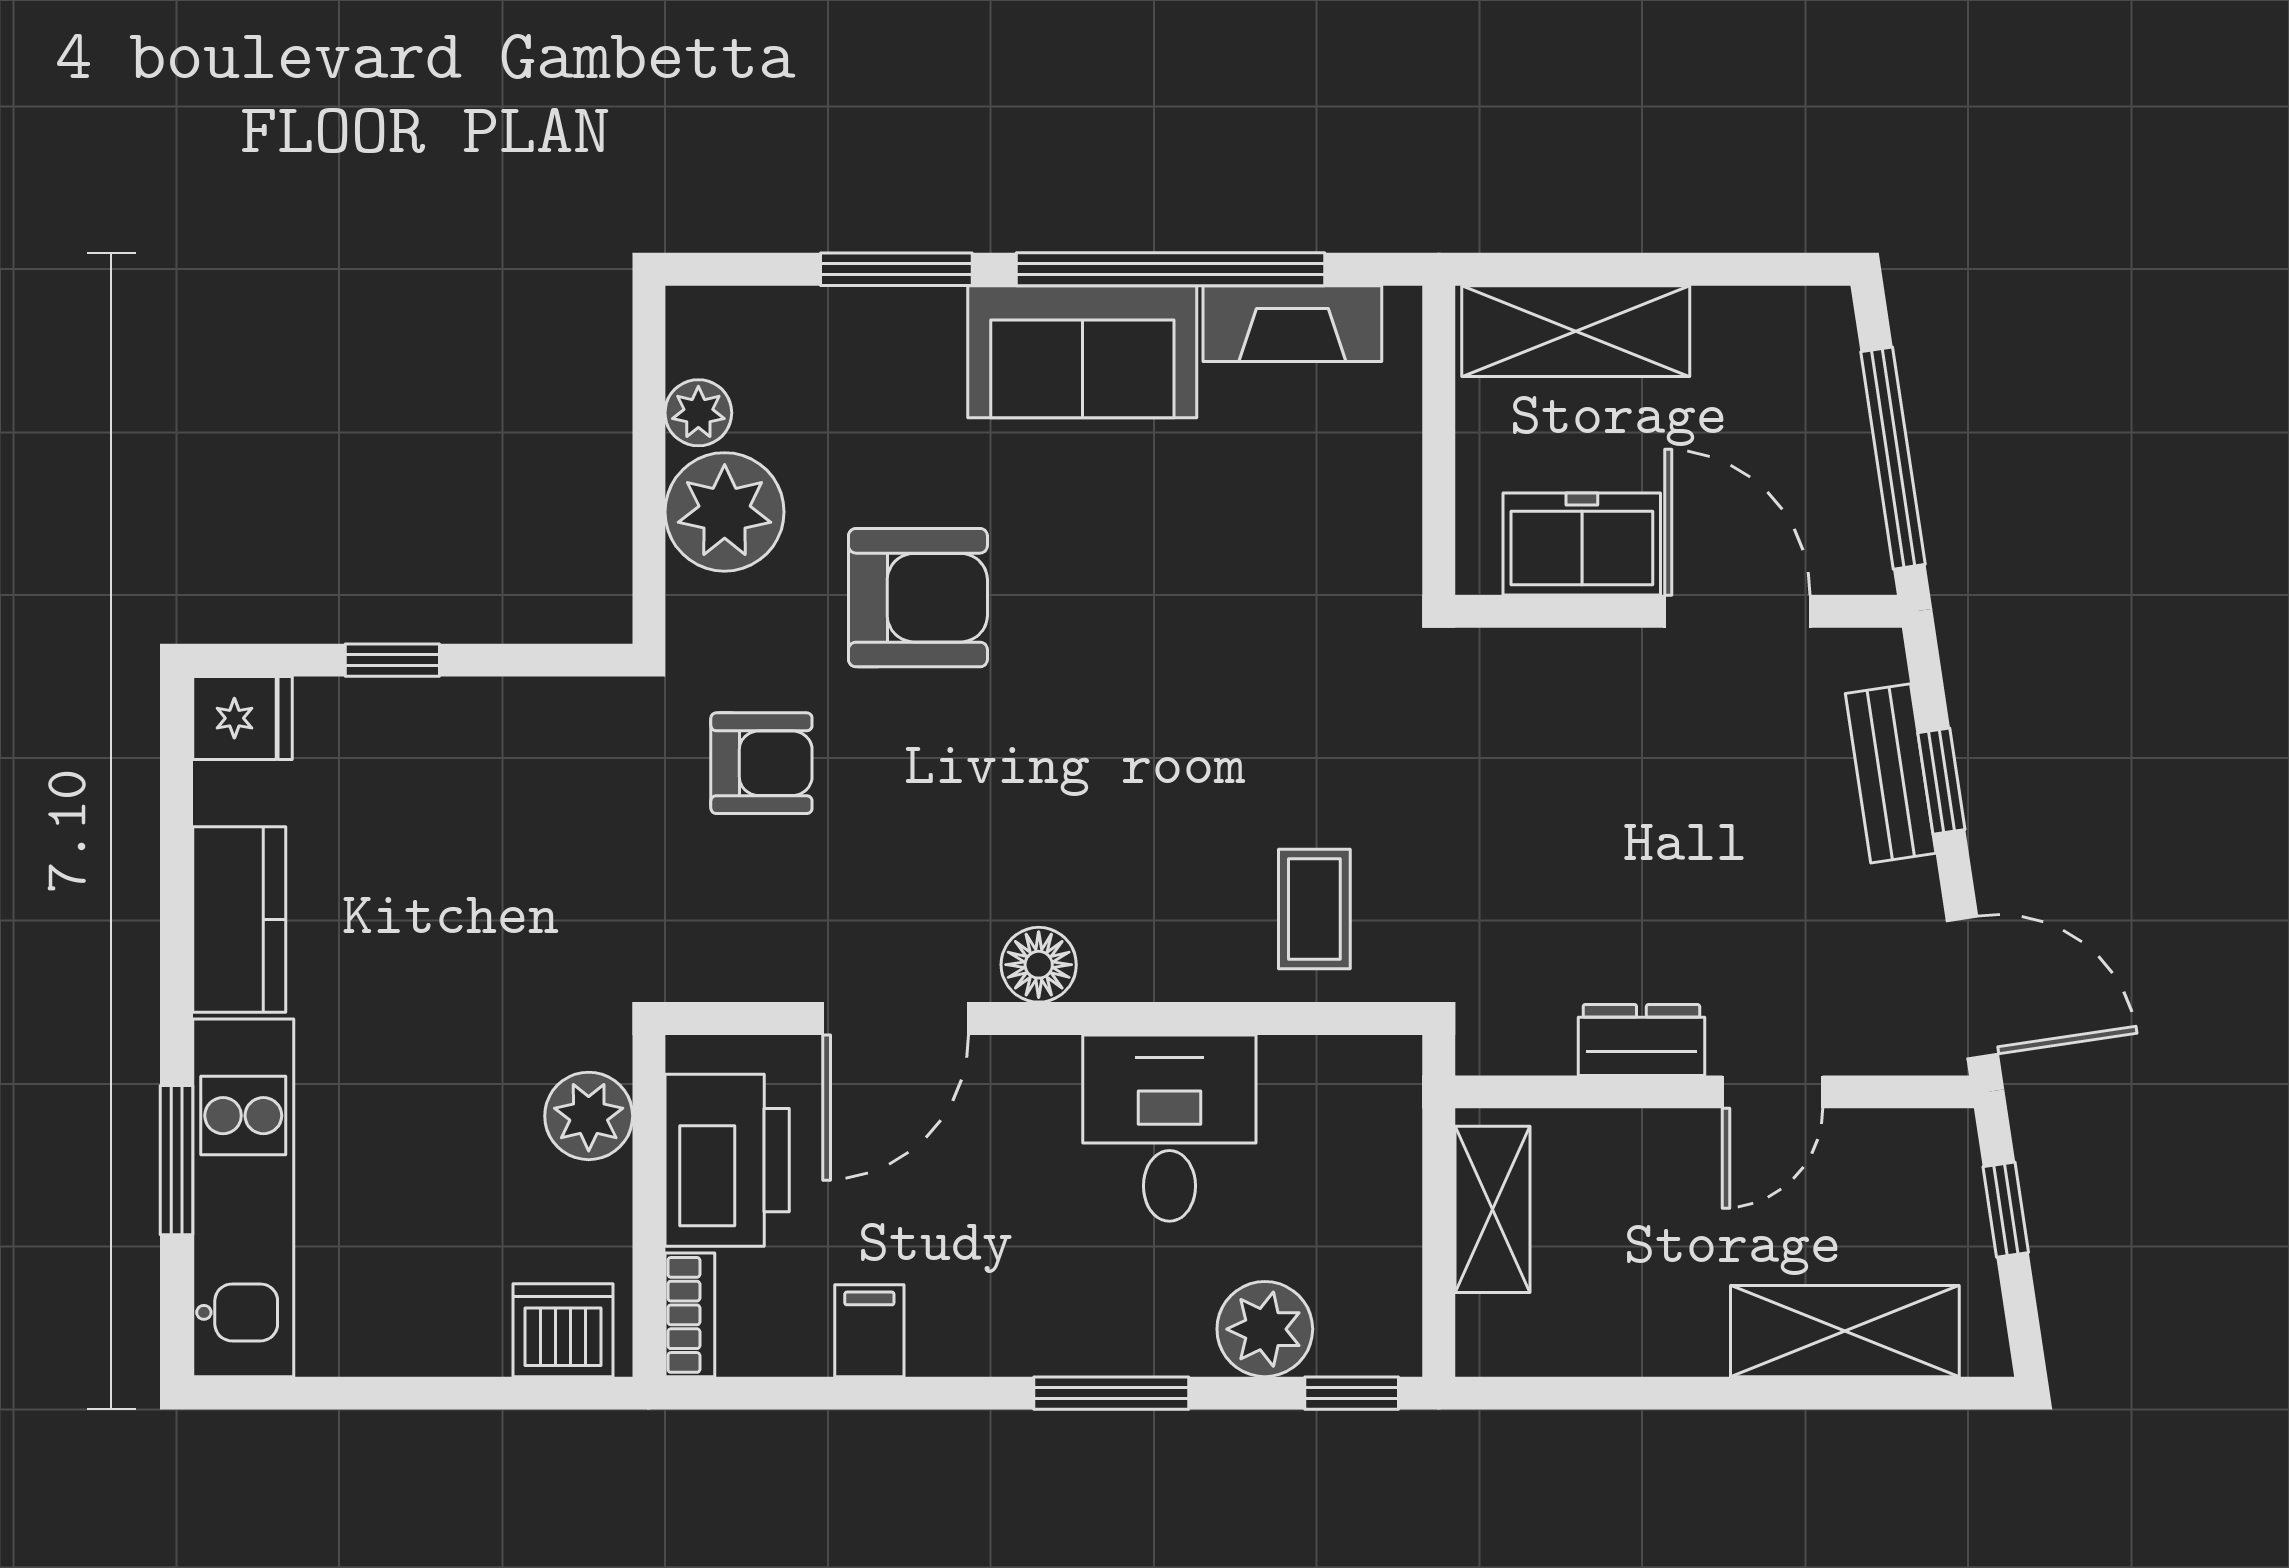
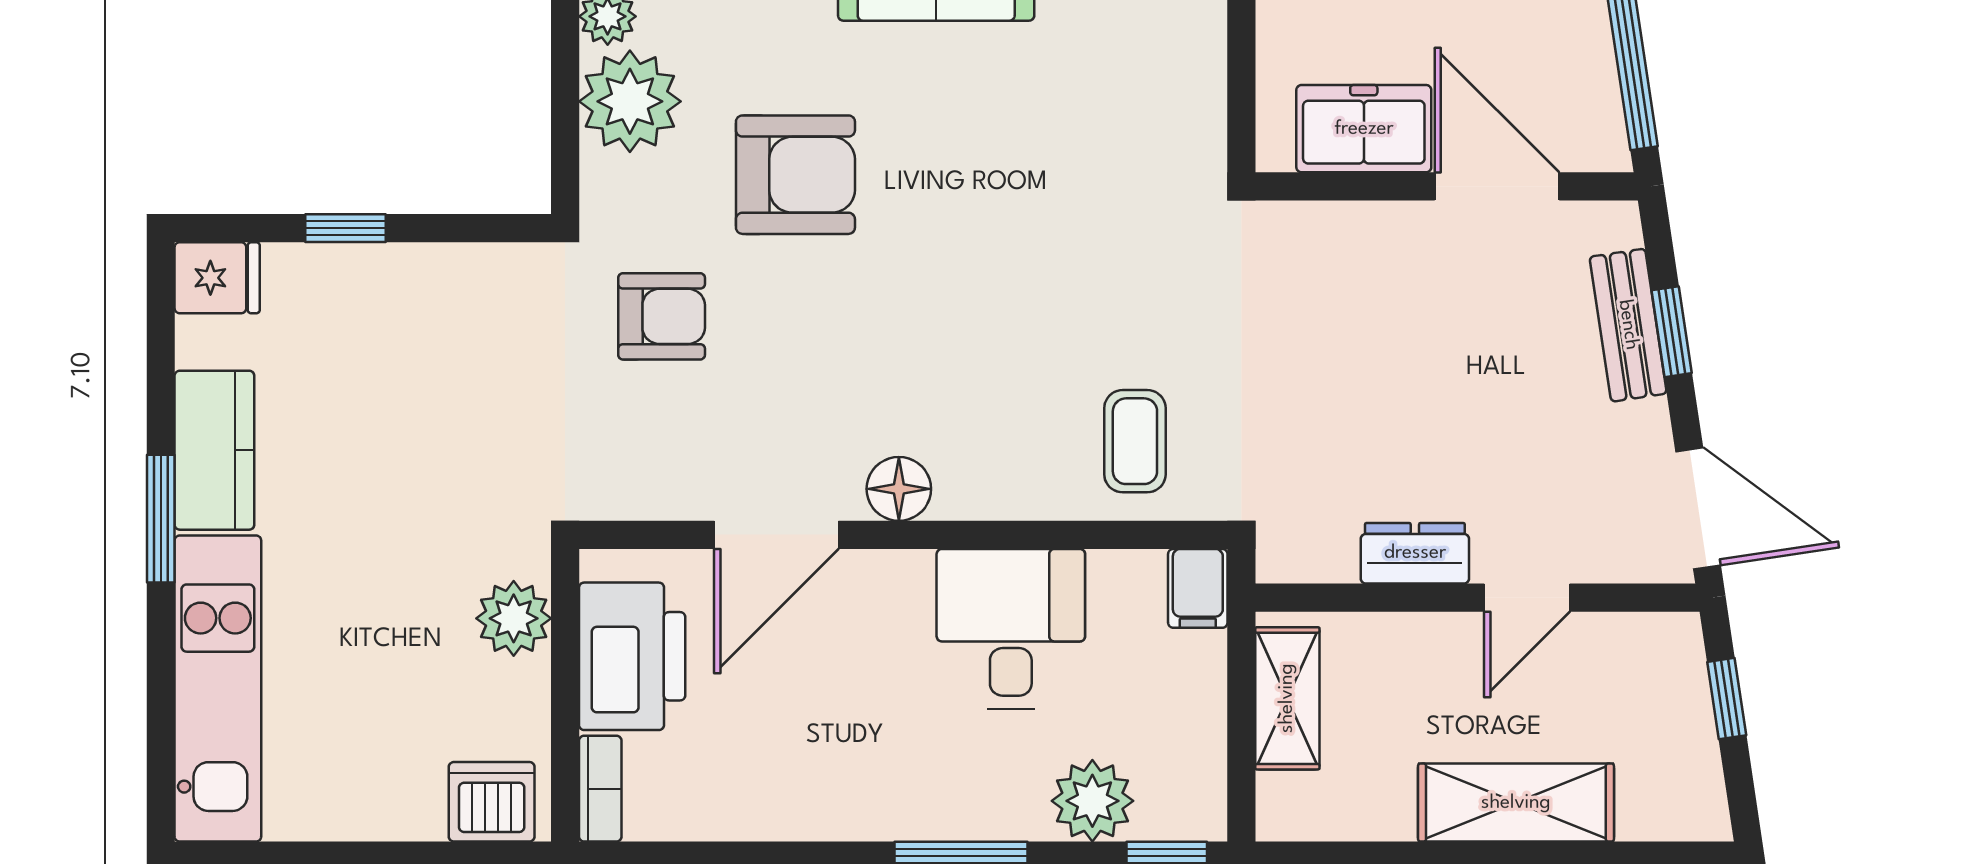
window: (176, 1160) -> (161, 519), moved
filing cabinet: (869, 1331) -> (1198, 588), moved, turned 180
shelving: (1845, 1331) -> (1516, 803), moved

